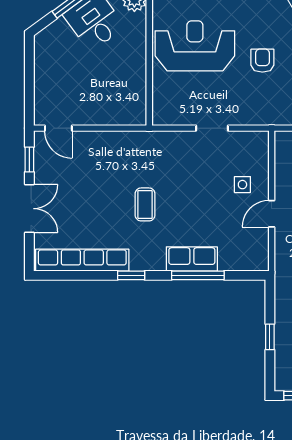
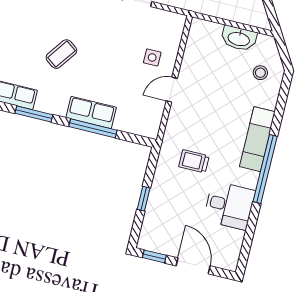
coffee table: (145, 204) -> (61, 54), turned 36
window: (131, 275) -> (34, 114), width x1.50

